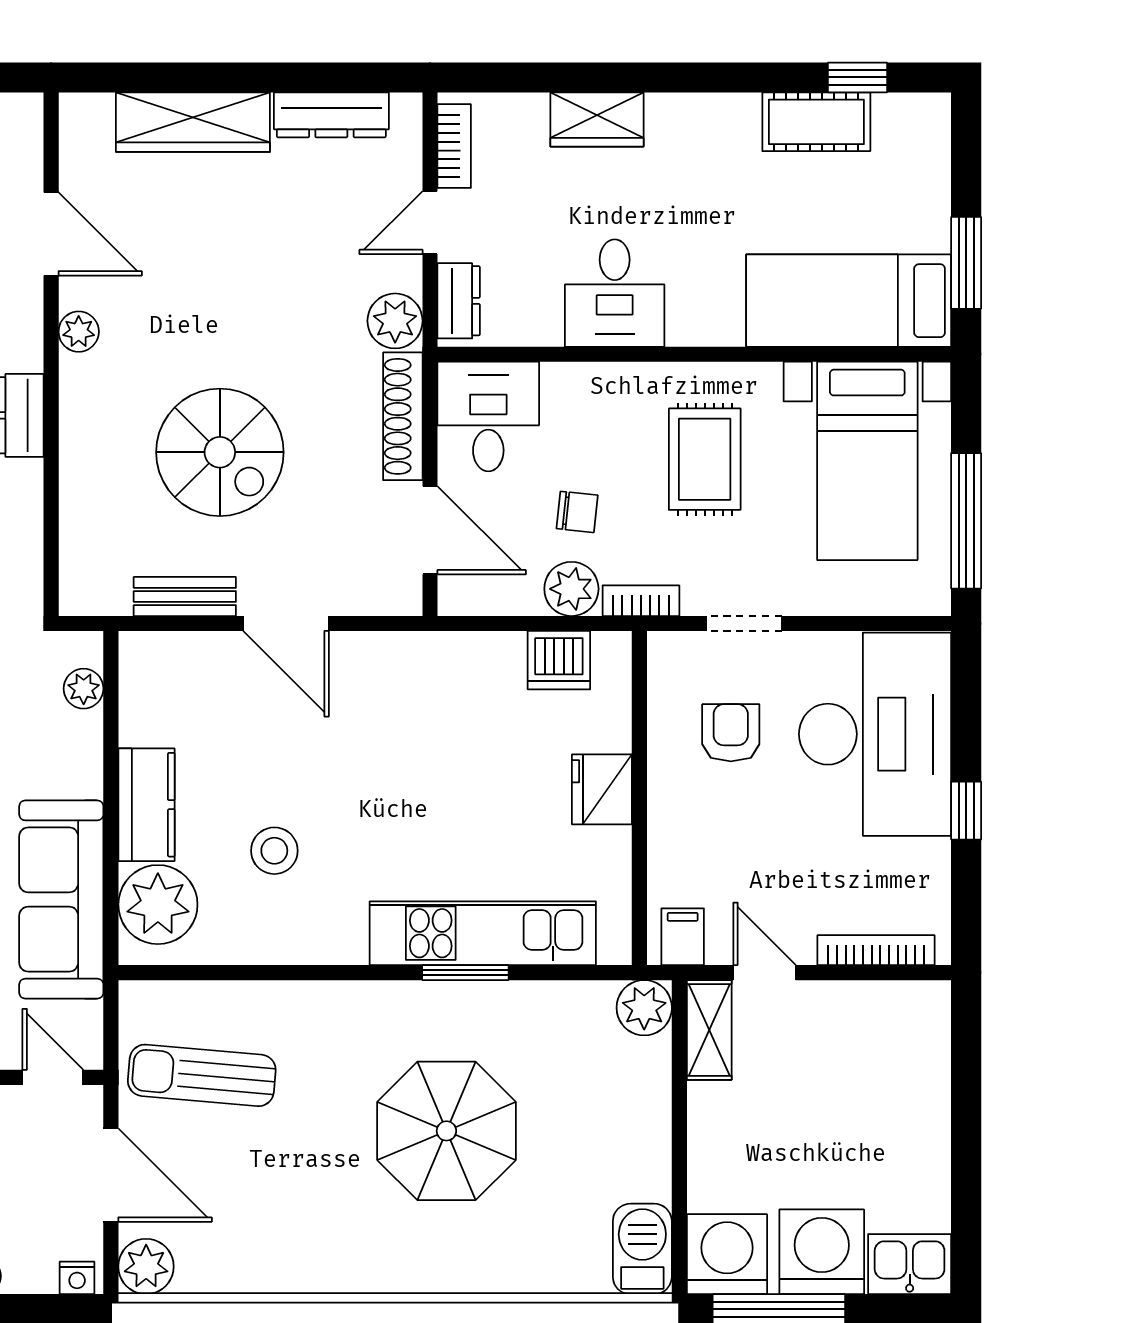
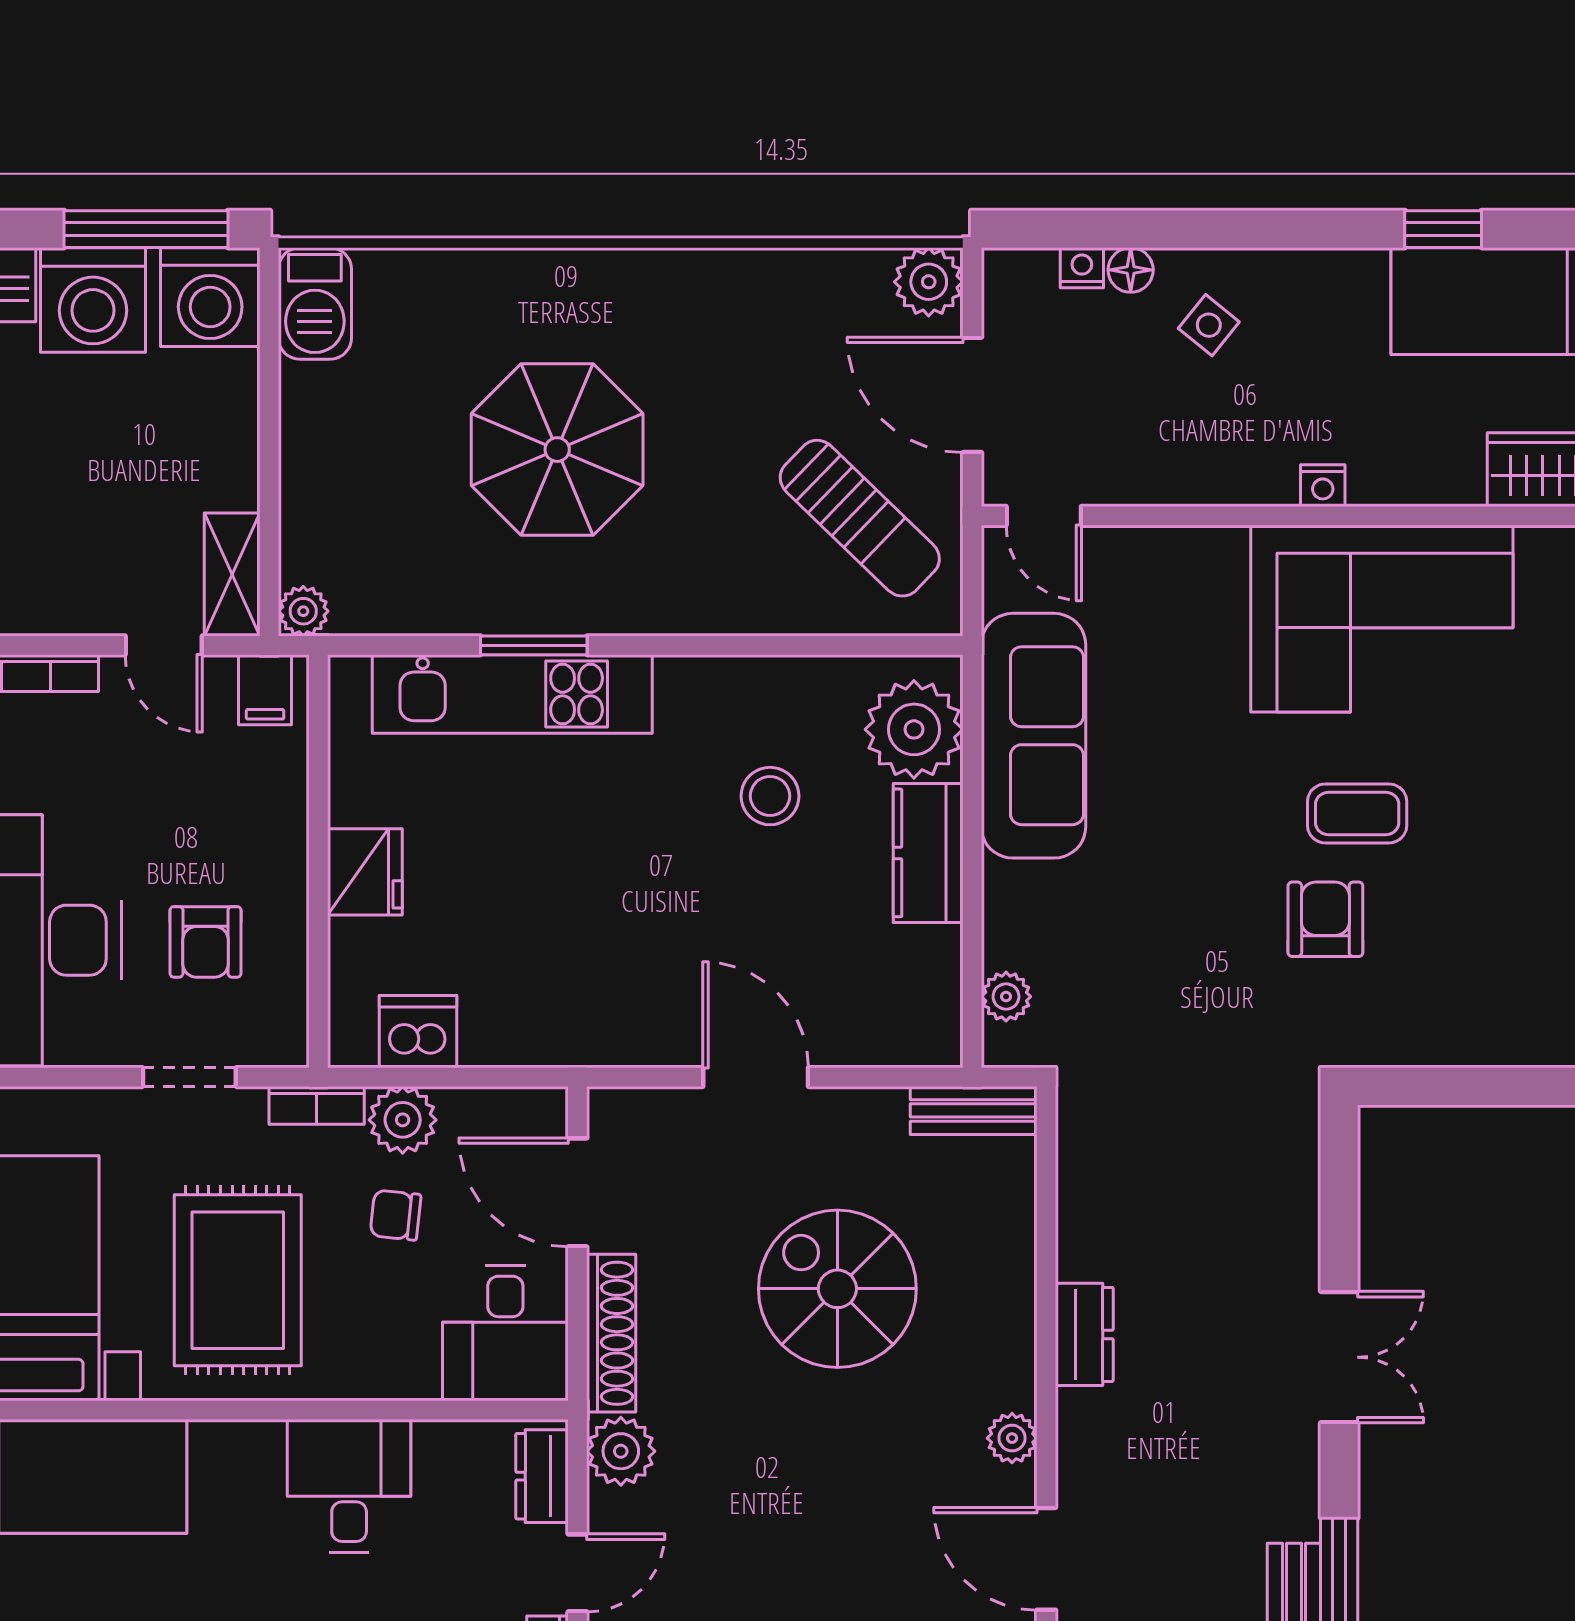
rug: (705, 459) -> (238, 1280), width x1.36, depth x1.43
bench: (185, 596) -> (974, 1110), moved
plant: (644, 1008) -> (303, 611), width x0.73, depth x0.73
sun lounger: (202, 1075) -> (860, 518), turned 39
nightstand: (77, 1278) -> (1082, 268), moved

